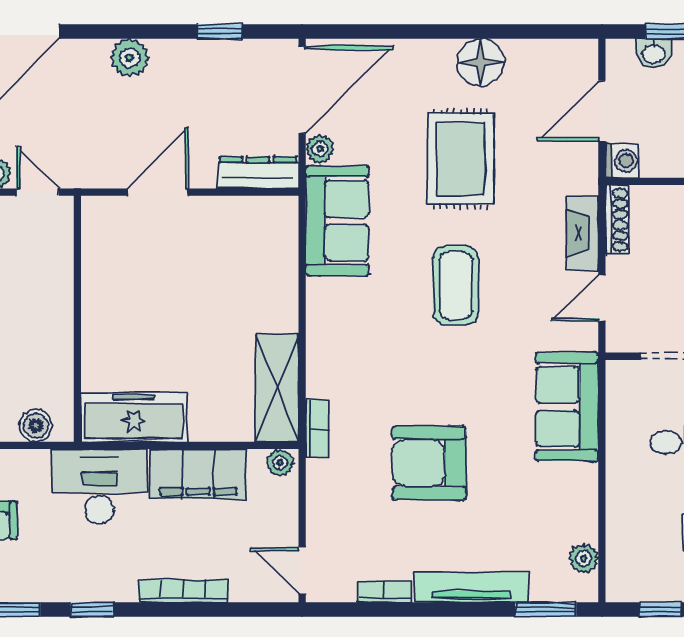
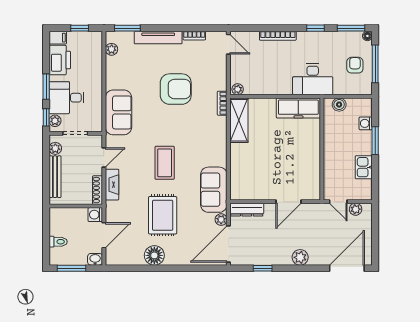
washbasin: (654, 53) -> (95, 259), moved
filing cabinet: (198, 474) -> (272, 84), removed

